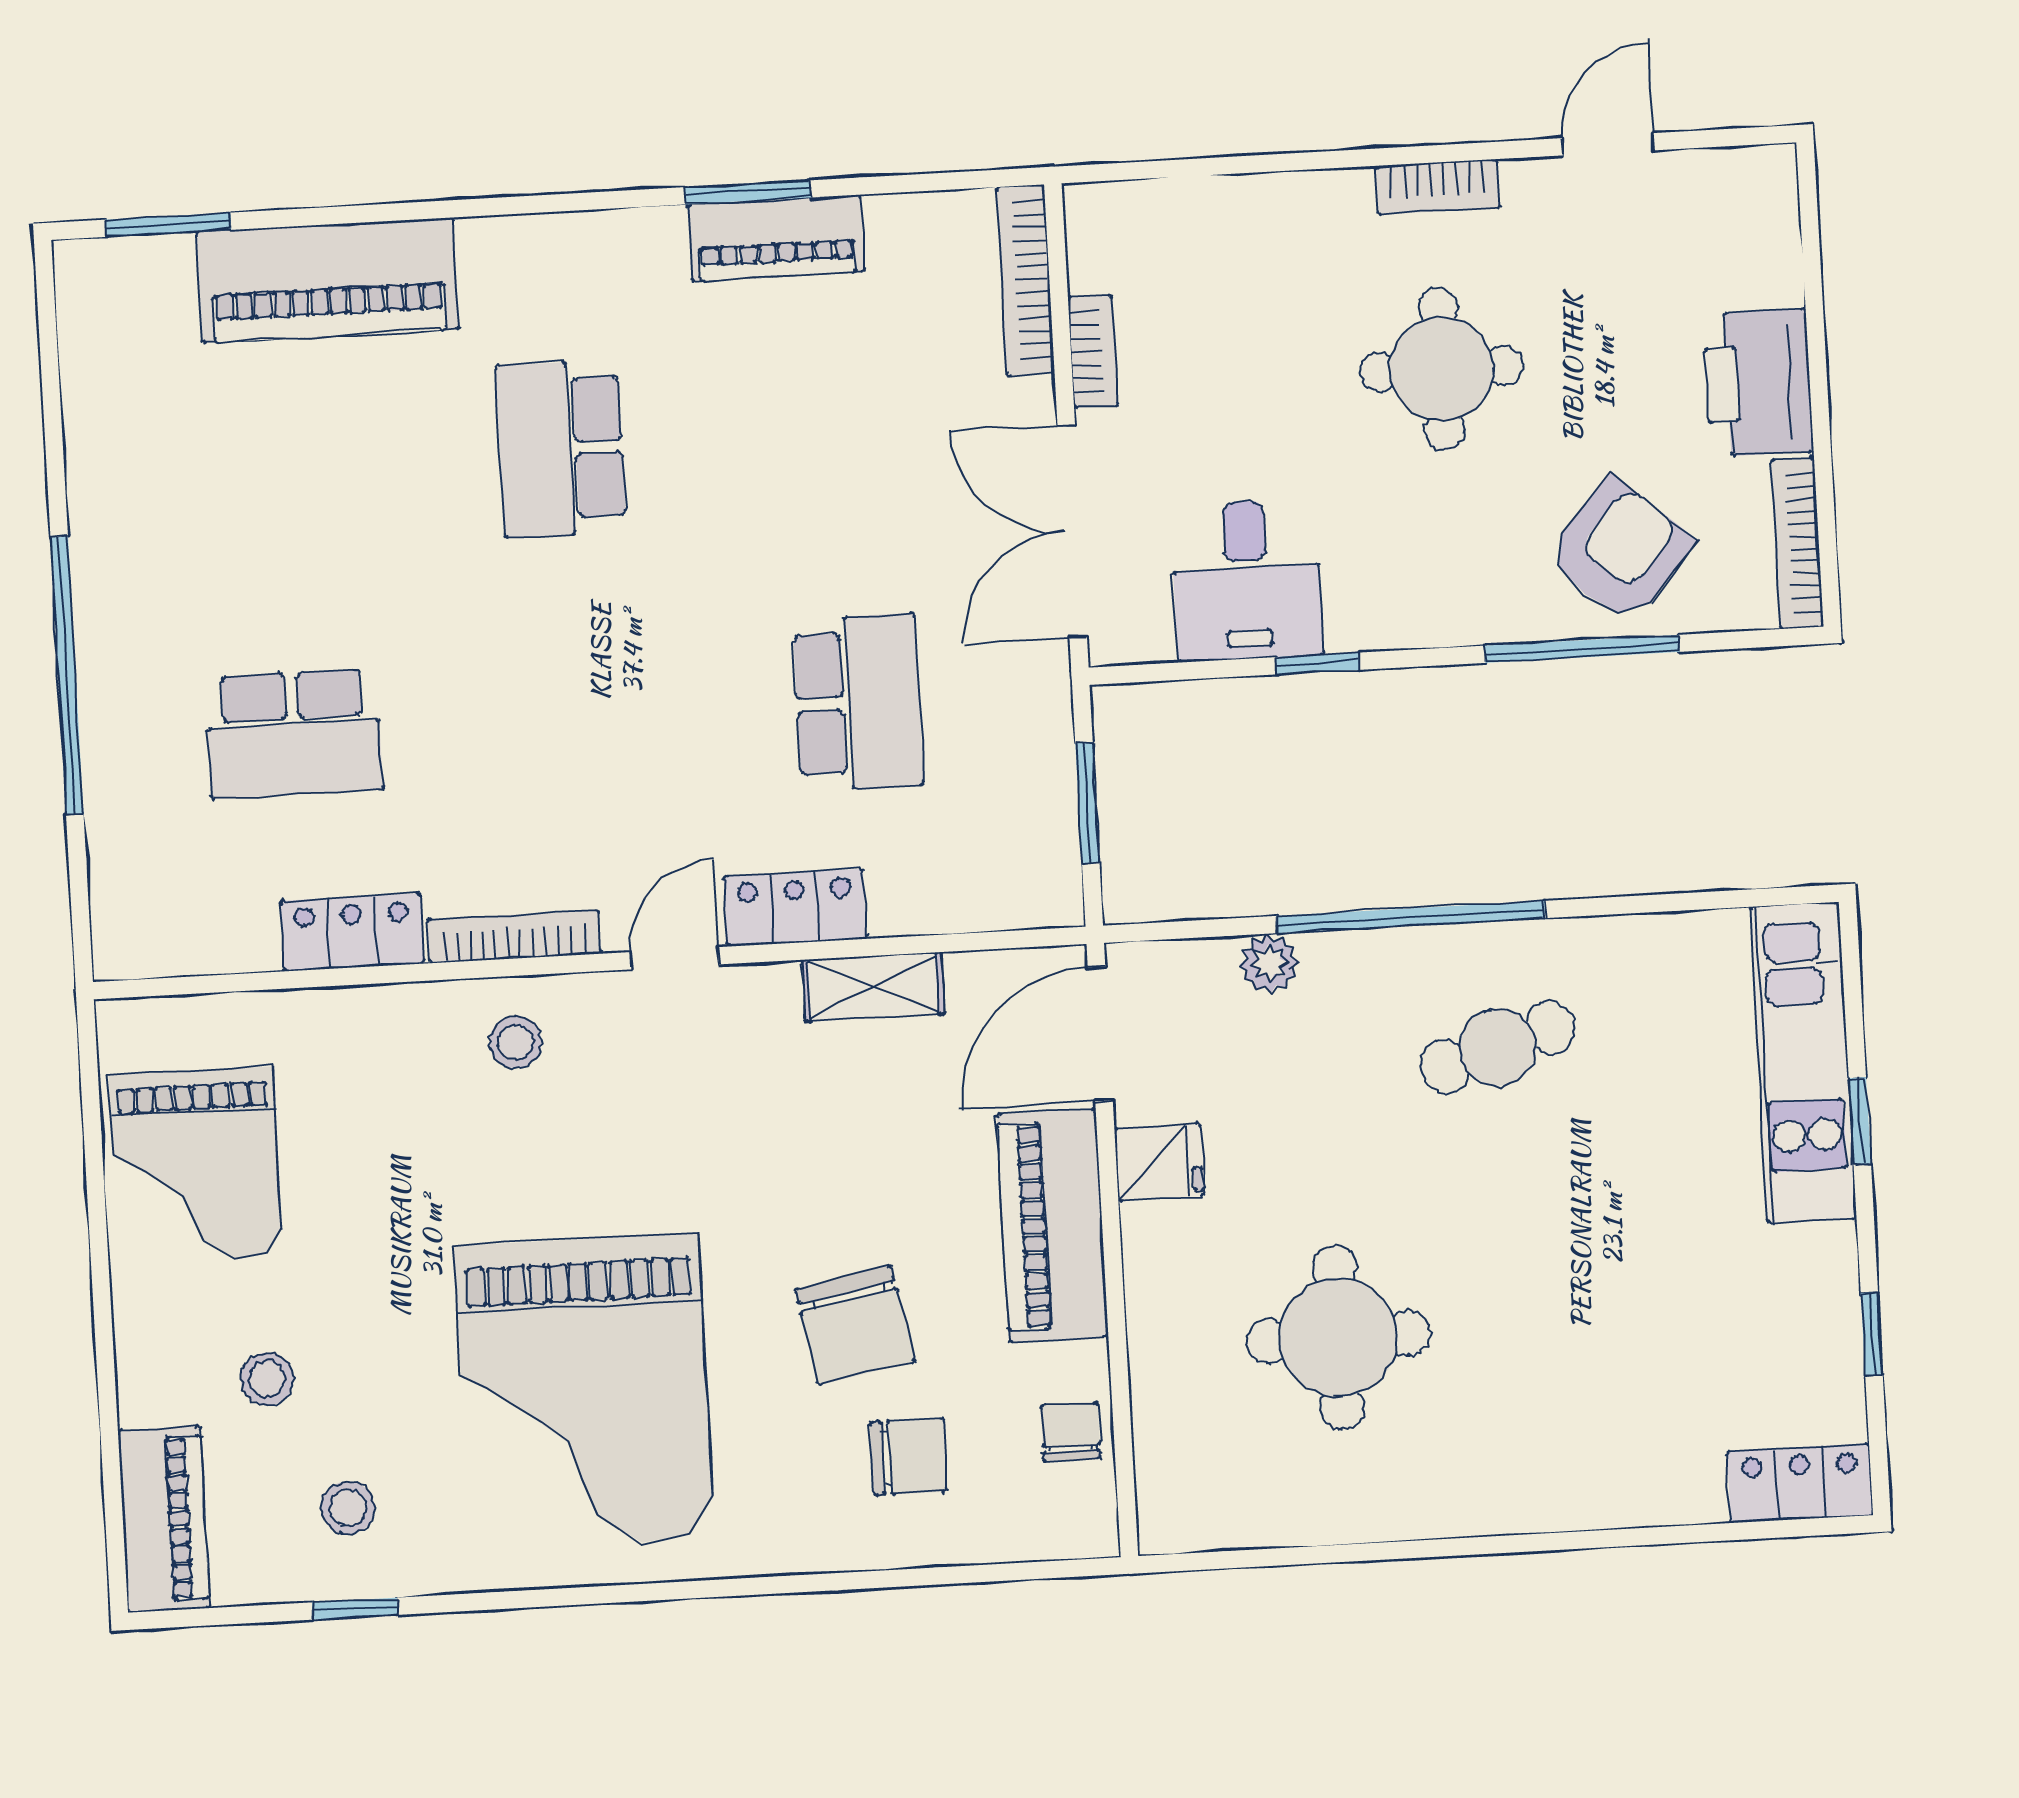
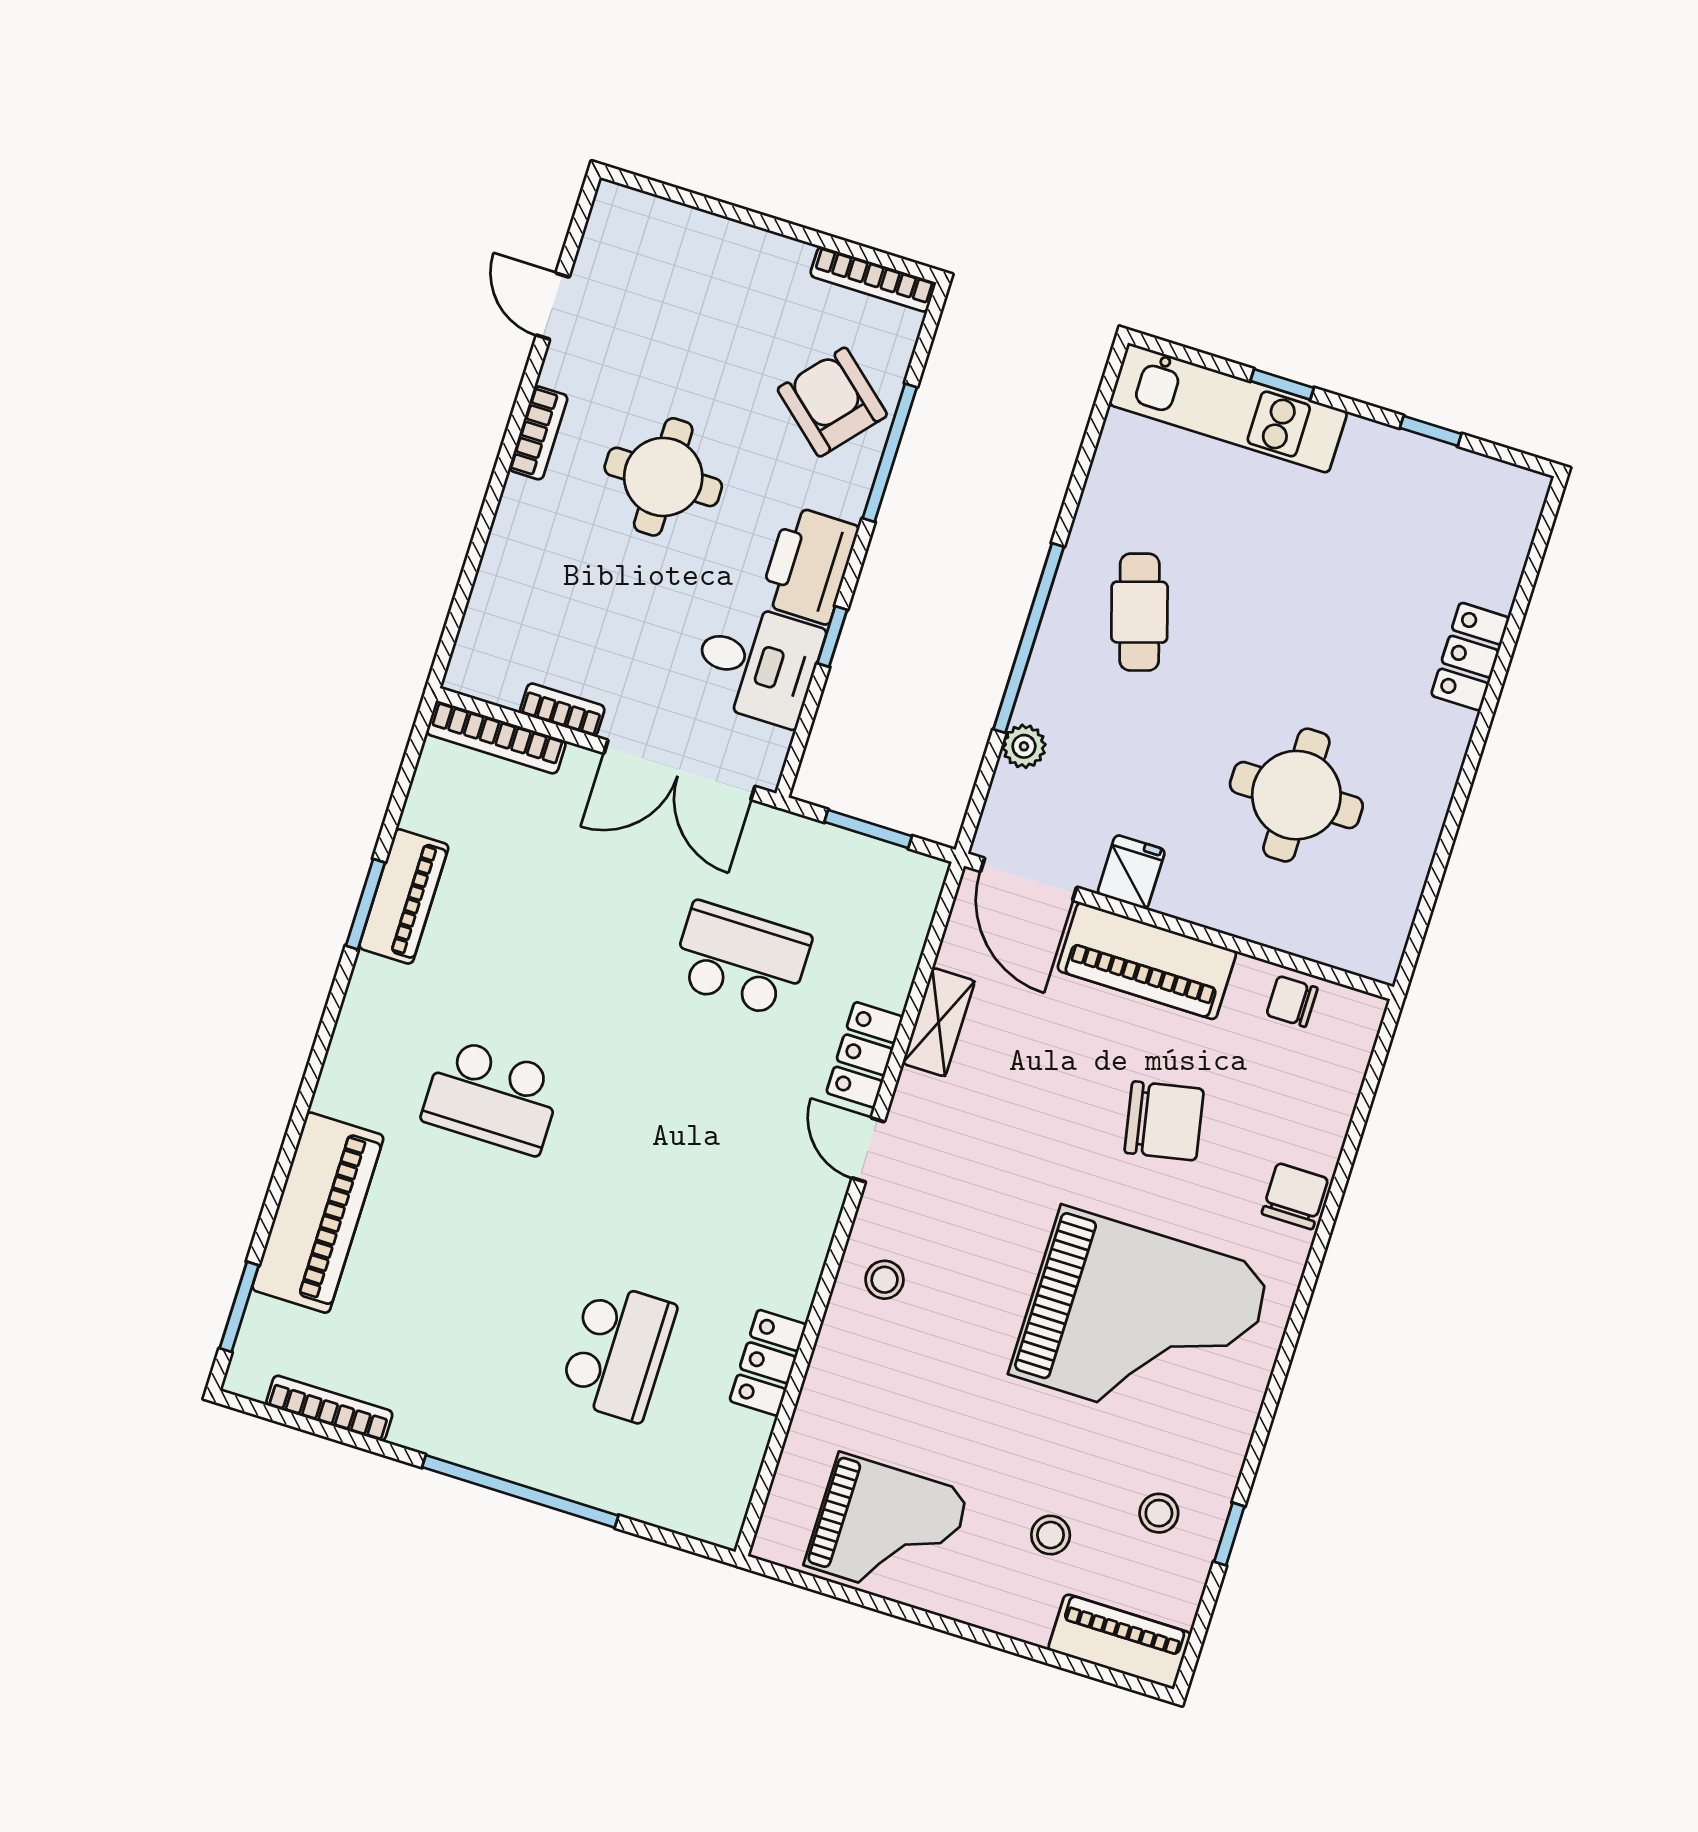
printer: (1758, 383) -> (809, 565), moved, turned 90
bookcase: (514, 937) -> (329, 1408), moved, turned 90
chair: (909, 1457) -> (1295, 1196), moved
locker: (1800, 1483) -> (1470, 657), moved

